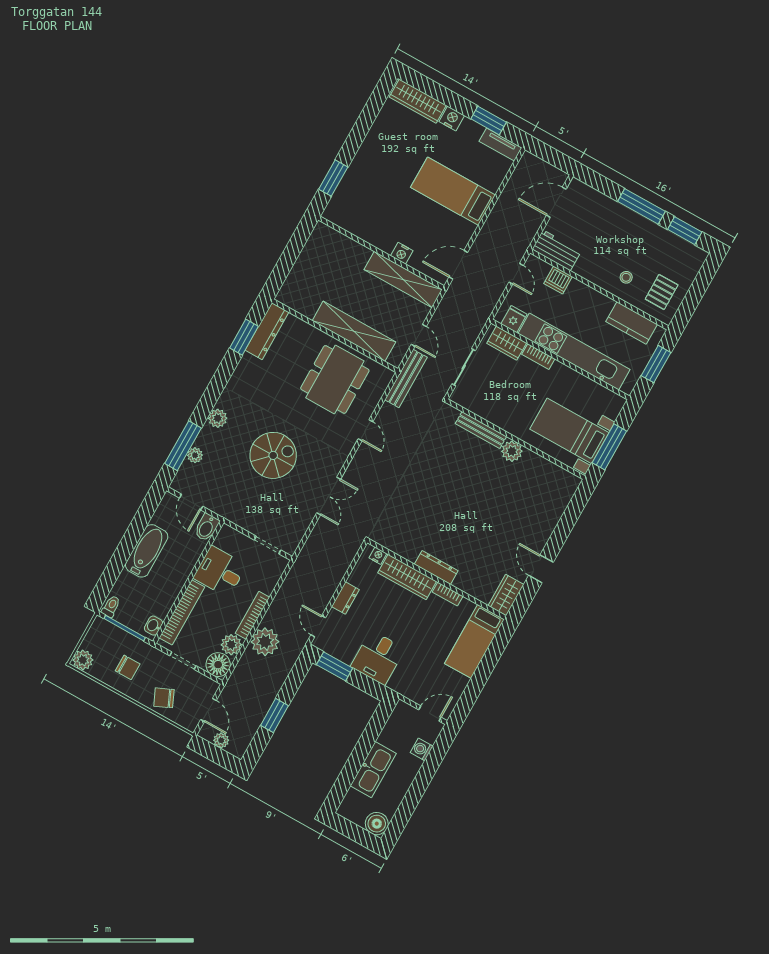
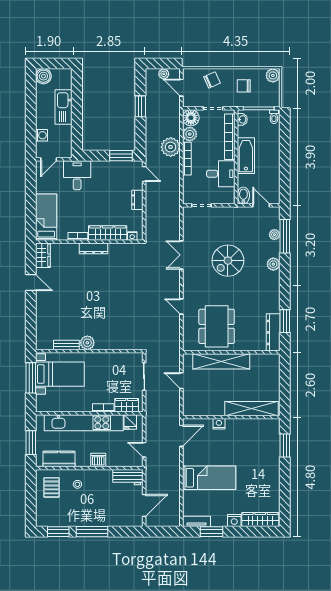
shelving: (403, 280) -> (252, 409), moved
dishwasher: (558, 280) -> (98, 460), moved
bench: (406, 378) -> (175, 351), removed
bench: (481, 430) -> (66, 345), moved, width x0.73
bathtub: (147, 551) -> (246, 156), moved, turned 180
desk: (378, 658) -> (77, 175), moved

